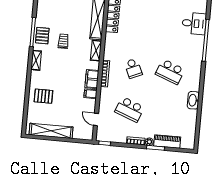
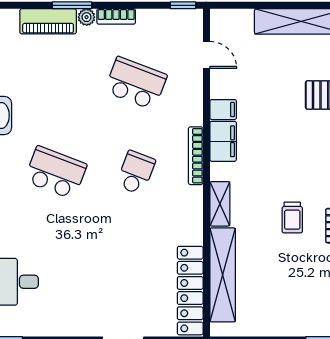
school desk: (133, 68) -> (136, 173), turned 45

